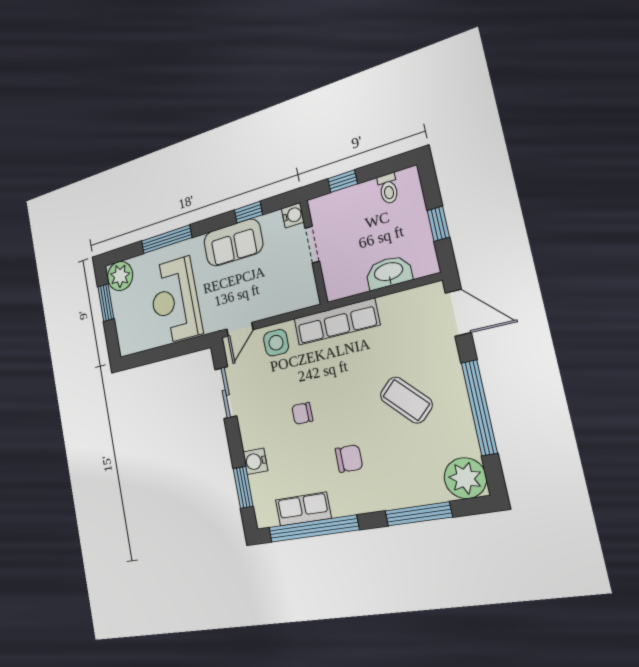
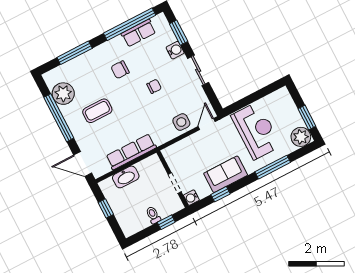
toilet: (388, 189) -> (153, 215), moved
row of seats: (336, 322) -> (131, 152), moved
sliding door: (226, 393) -> (198, 70), moved
coffee table: (406, 400) -> (97, 111), turned -46
plant: (465, 478) -> (63, 94), moved

